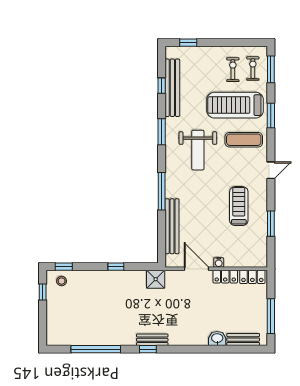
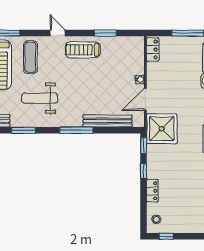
weight bench: (198, 150) -> (40, 98), turned 180
treadmill: (239, 206) -> (83, 50), moved
window: (64, 267) -> (144, 146), moved
locker: (225, 277) -> (152, 191), moved
shower: (156, 279) -> (162, 129), width x1.86, depth x1.86

